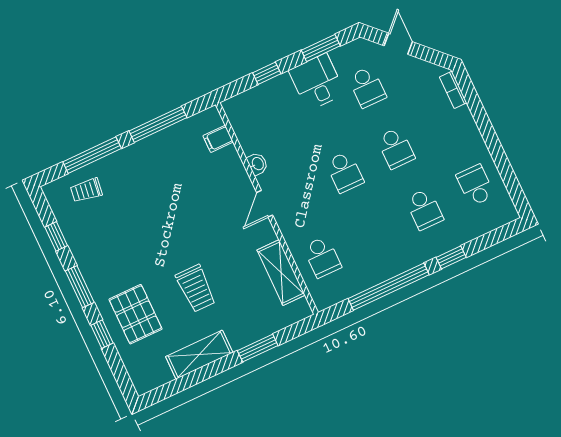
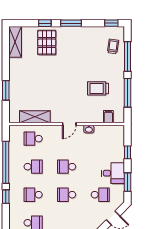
school desk: (367, 87) -> (100, 195), turned 180
door: (265, 204) -> (69, 124), swing flipped
school desk: (373, 233) -> (33, 167), added
window: (56, 236) -> (111, 23), moved
trolley: (196, 288) -> (98, 88), moved
pallet: (136, 314) -> (47, 42), turned 90
shelving: (199, 355) -> (15, 42), moved

